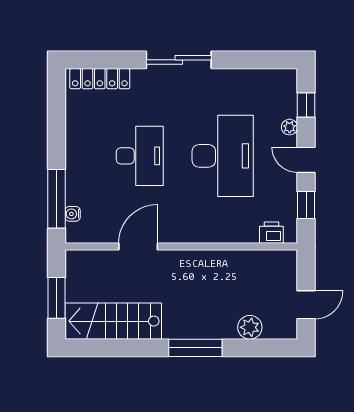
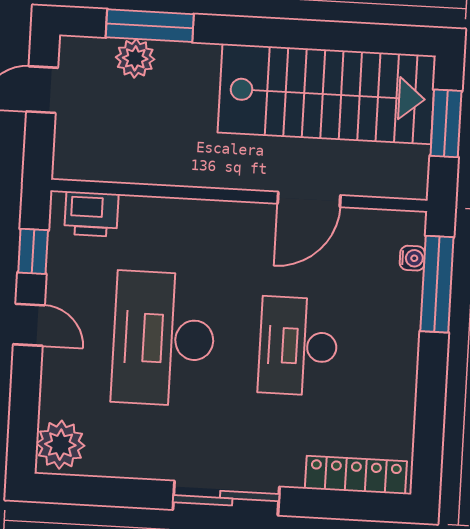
window: (306, 105) -> (24, 413), removed
plant: (289, 127) -> (60, 445), moved, width x1.87, depth x1.87
printer: (271, 233) -> (91, 214), width x1.36, depth x1.24
stairs: (113, 321) -> (327, 94), width x1.36, depth x1.51
window: (195, 348) -> (150, 26), moved

